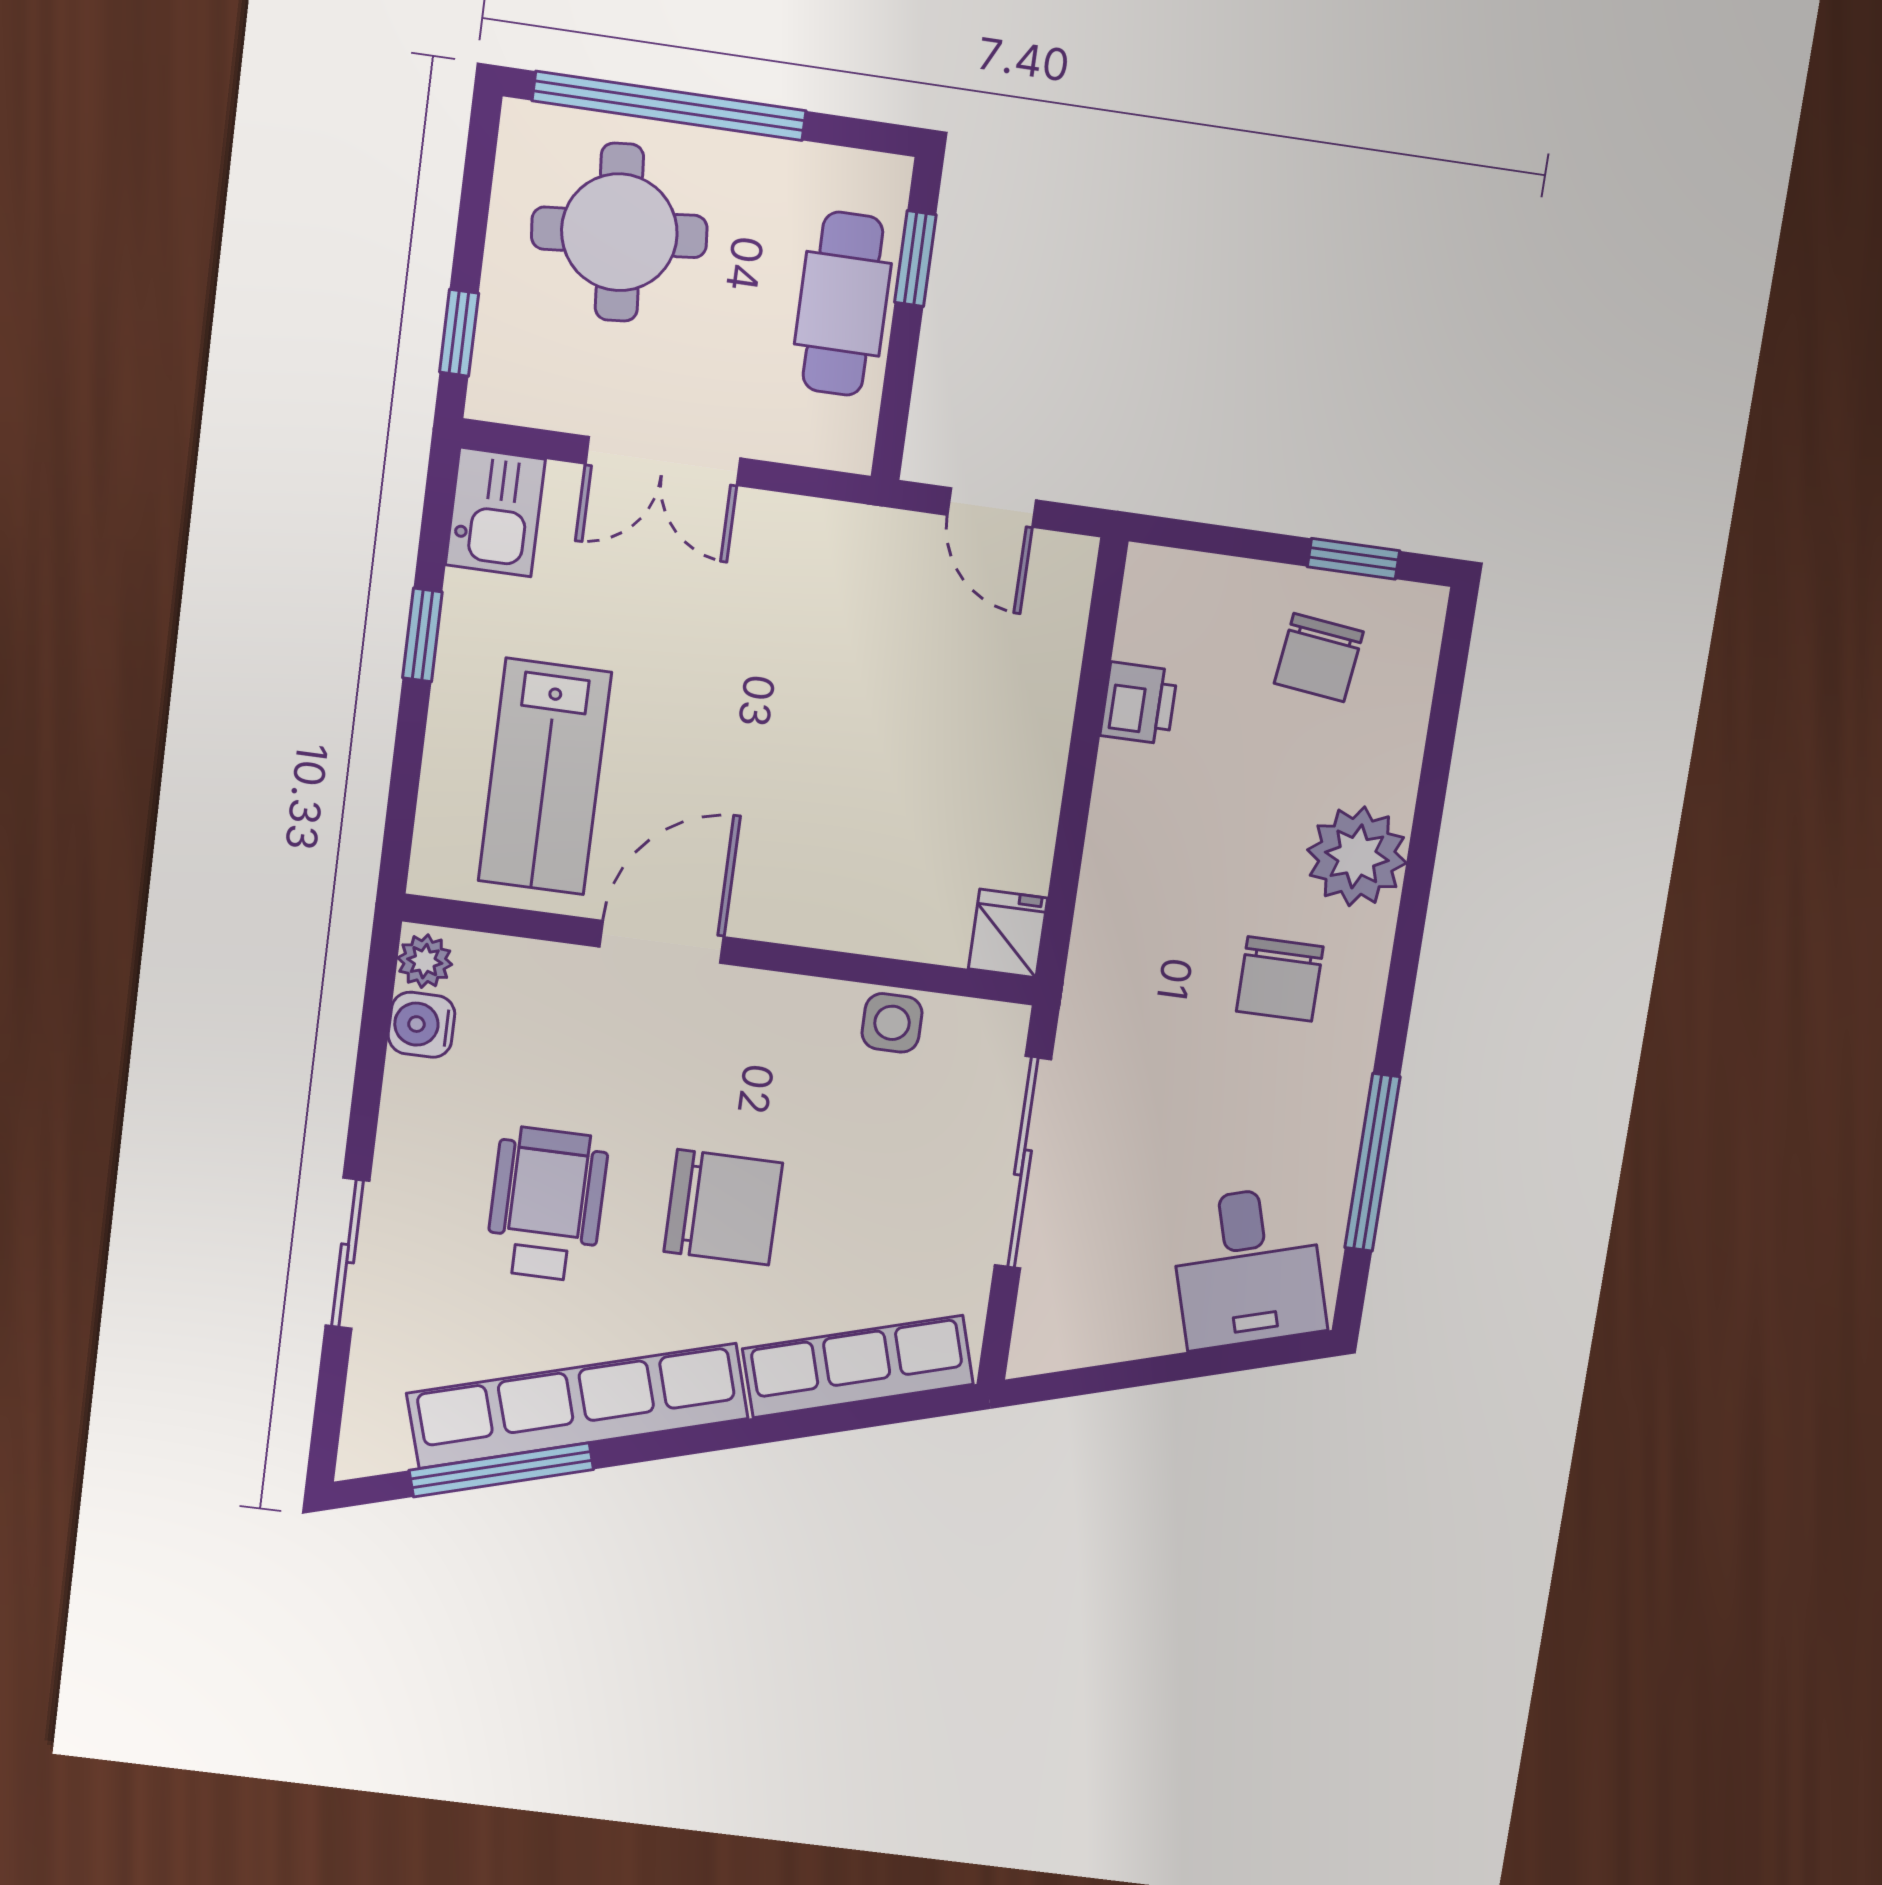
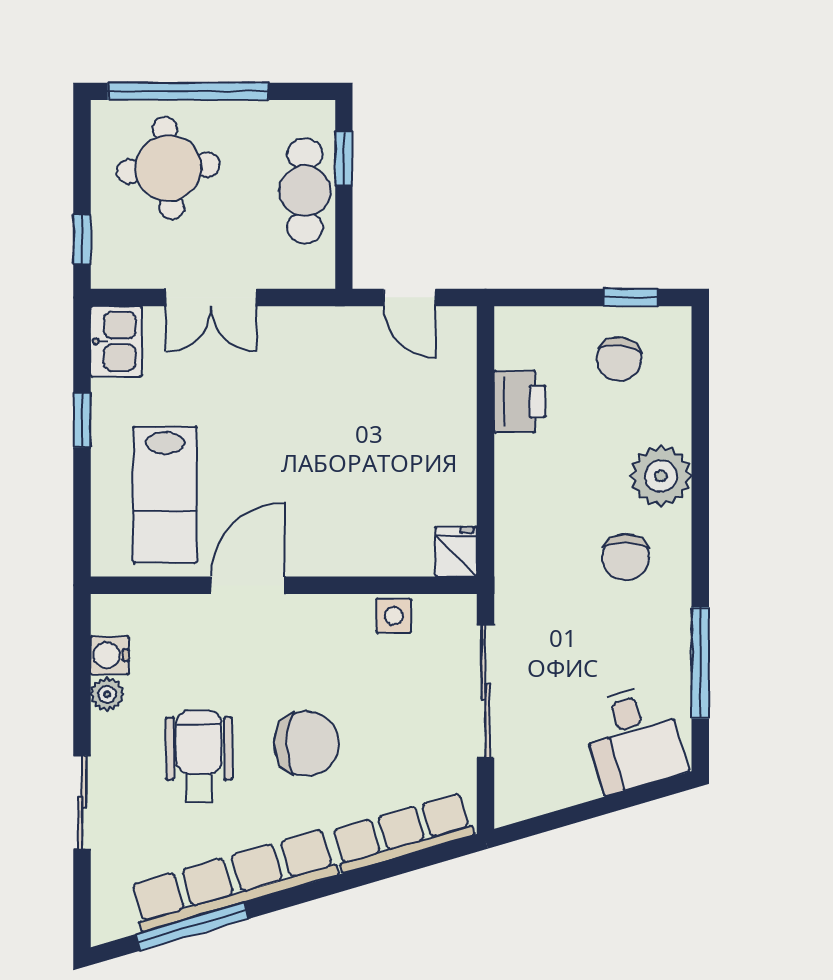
printer: (1139, 703) -> (520, 402), width x1.36, depth x1.24
plant: (425, 961) -> (107, 694), moved

